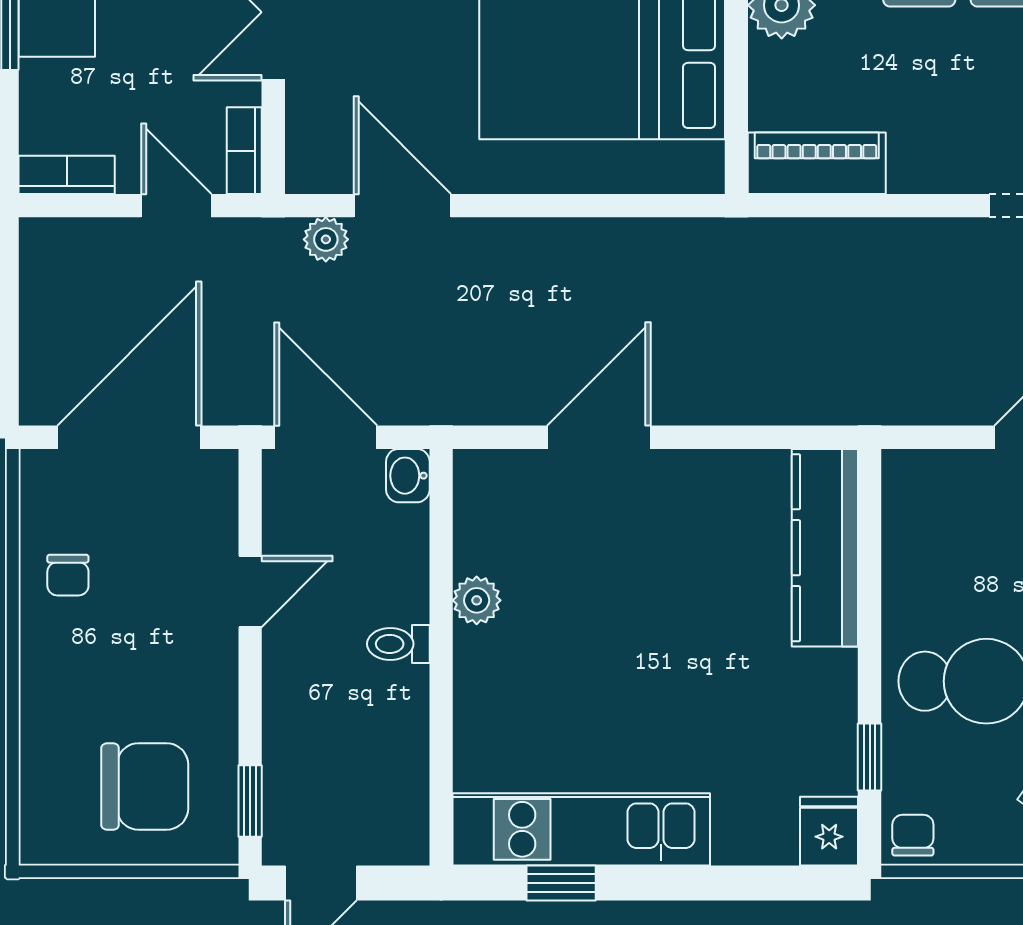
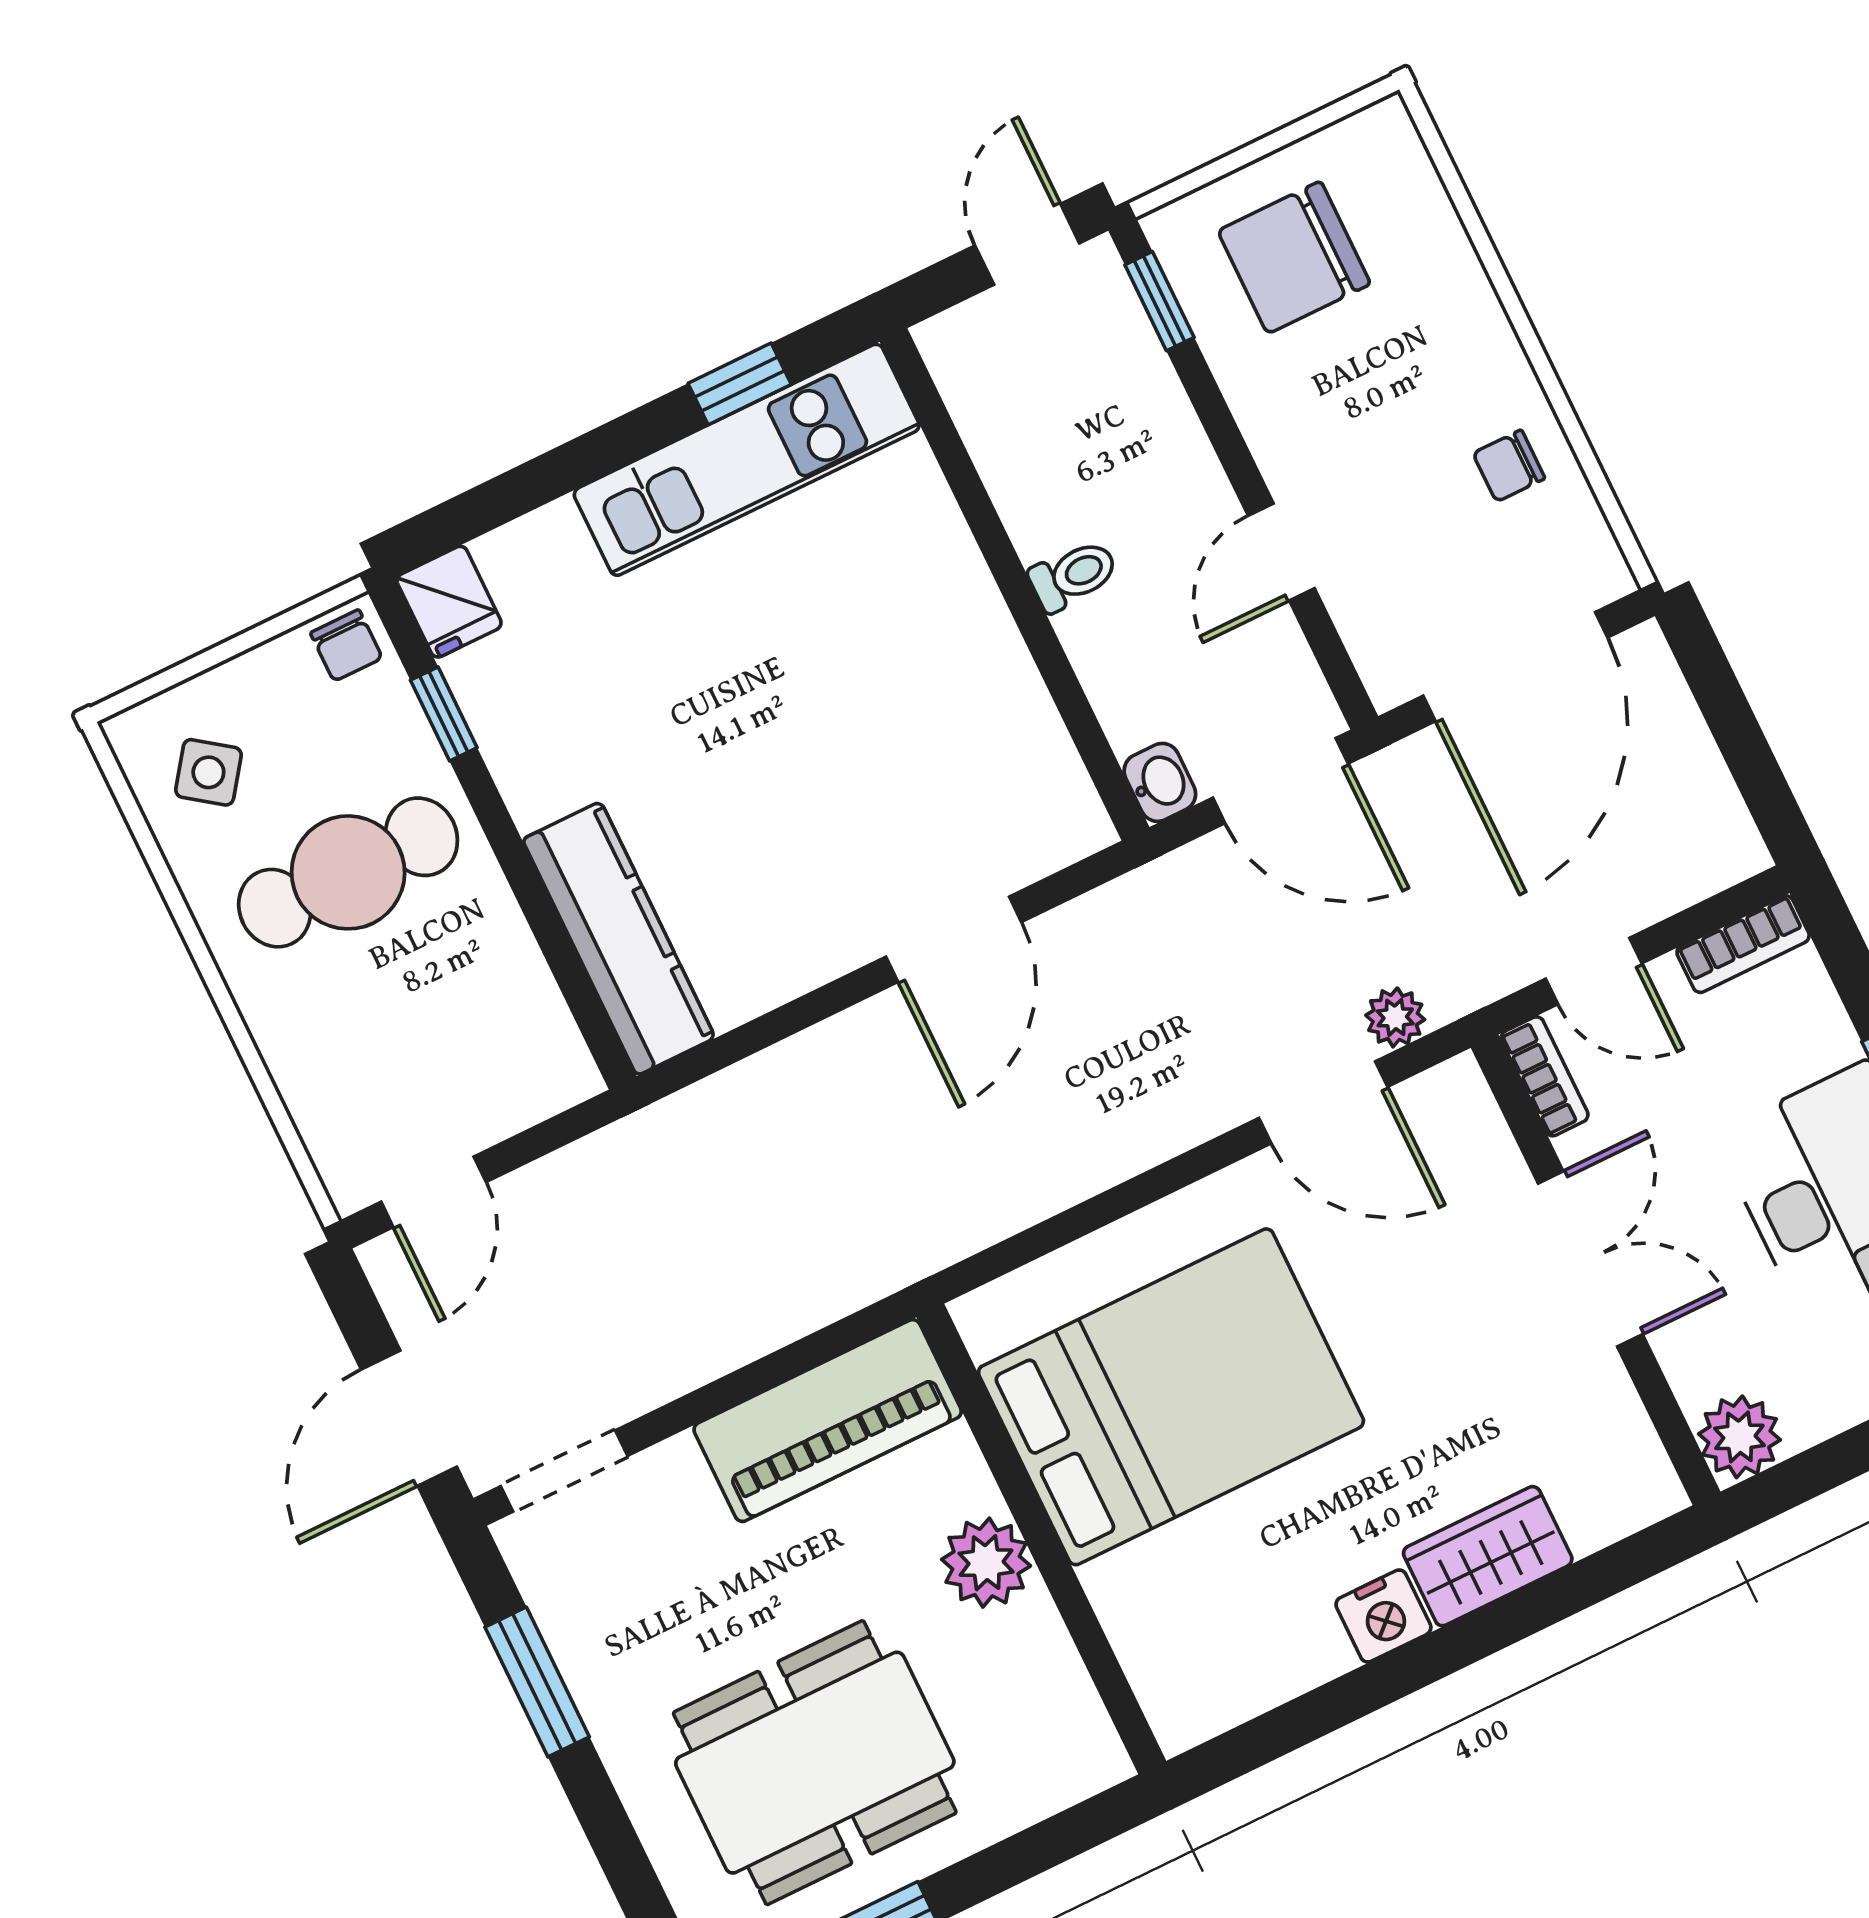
piano: (817, 163) -> (828, 1421), width x1.37, depth x1.33
chair: (68, 575) -> (1509, 466), turned -90
plant: (477, 600) -> (1005, 673), removed

